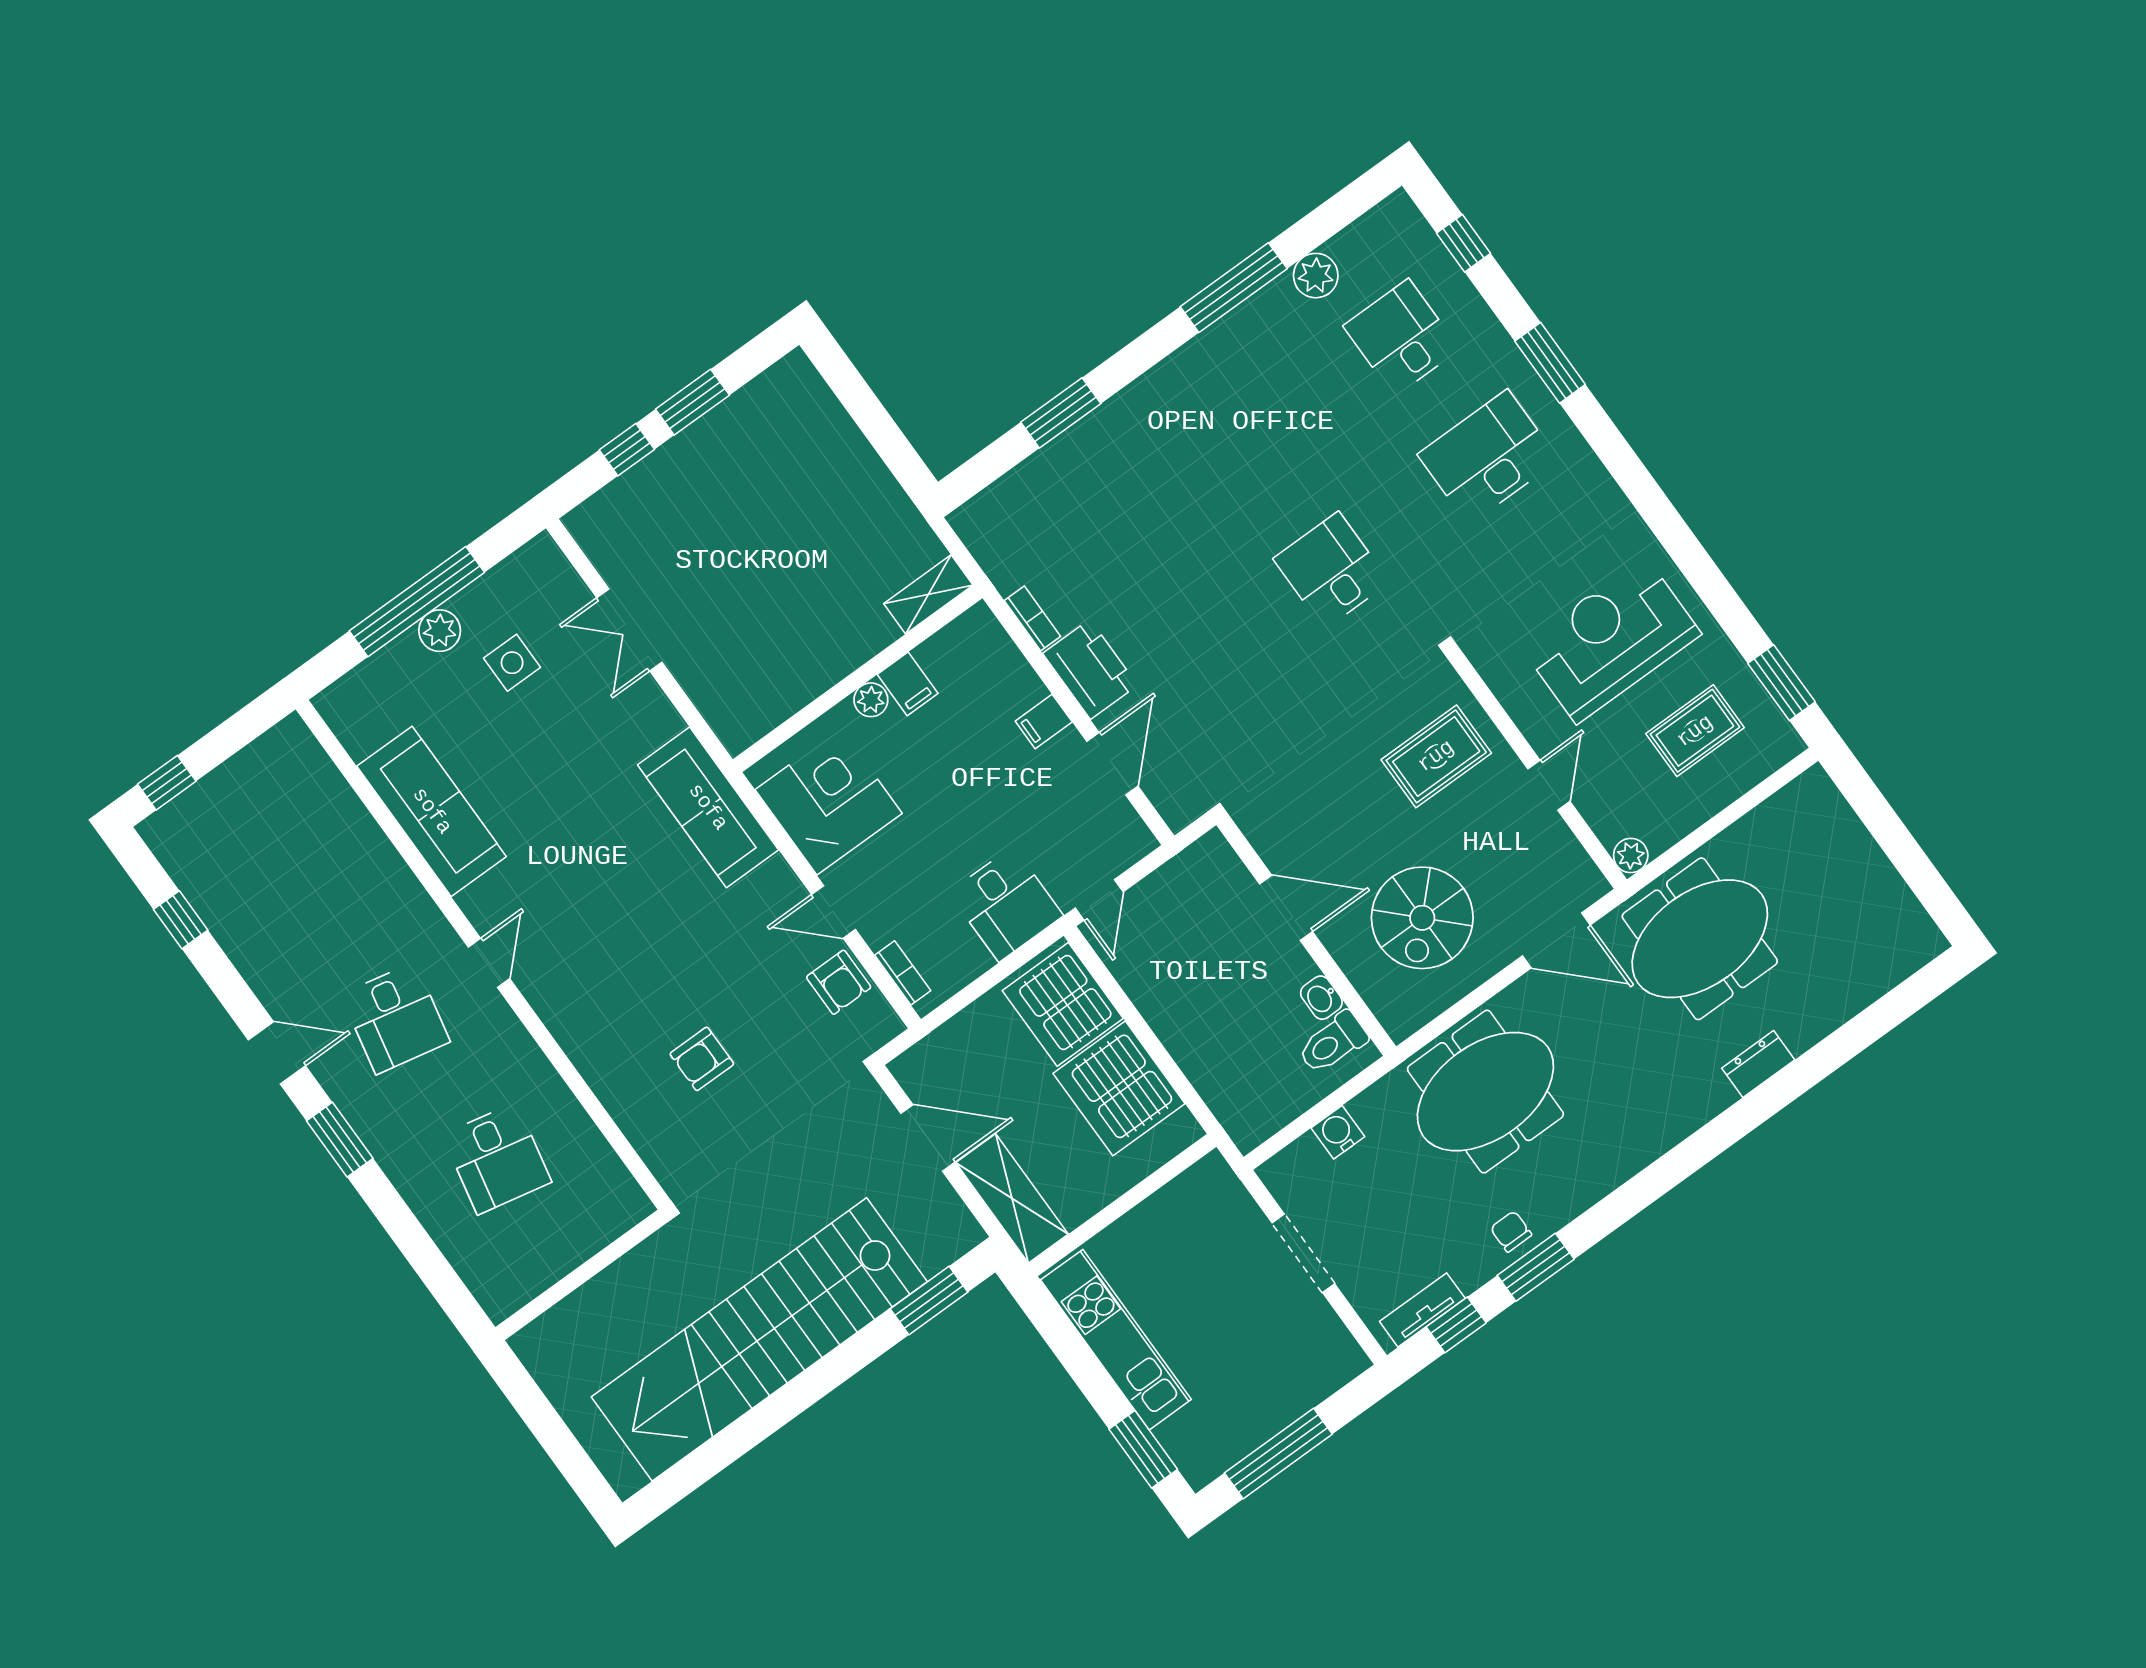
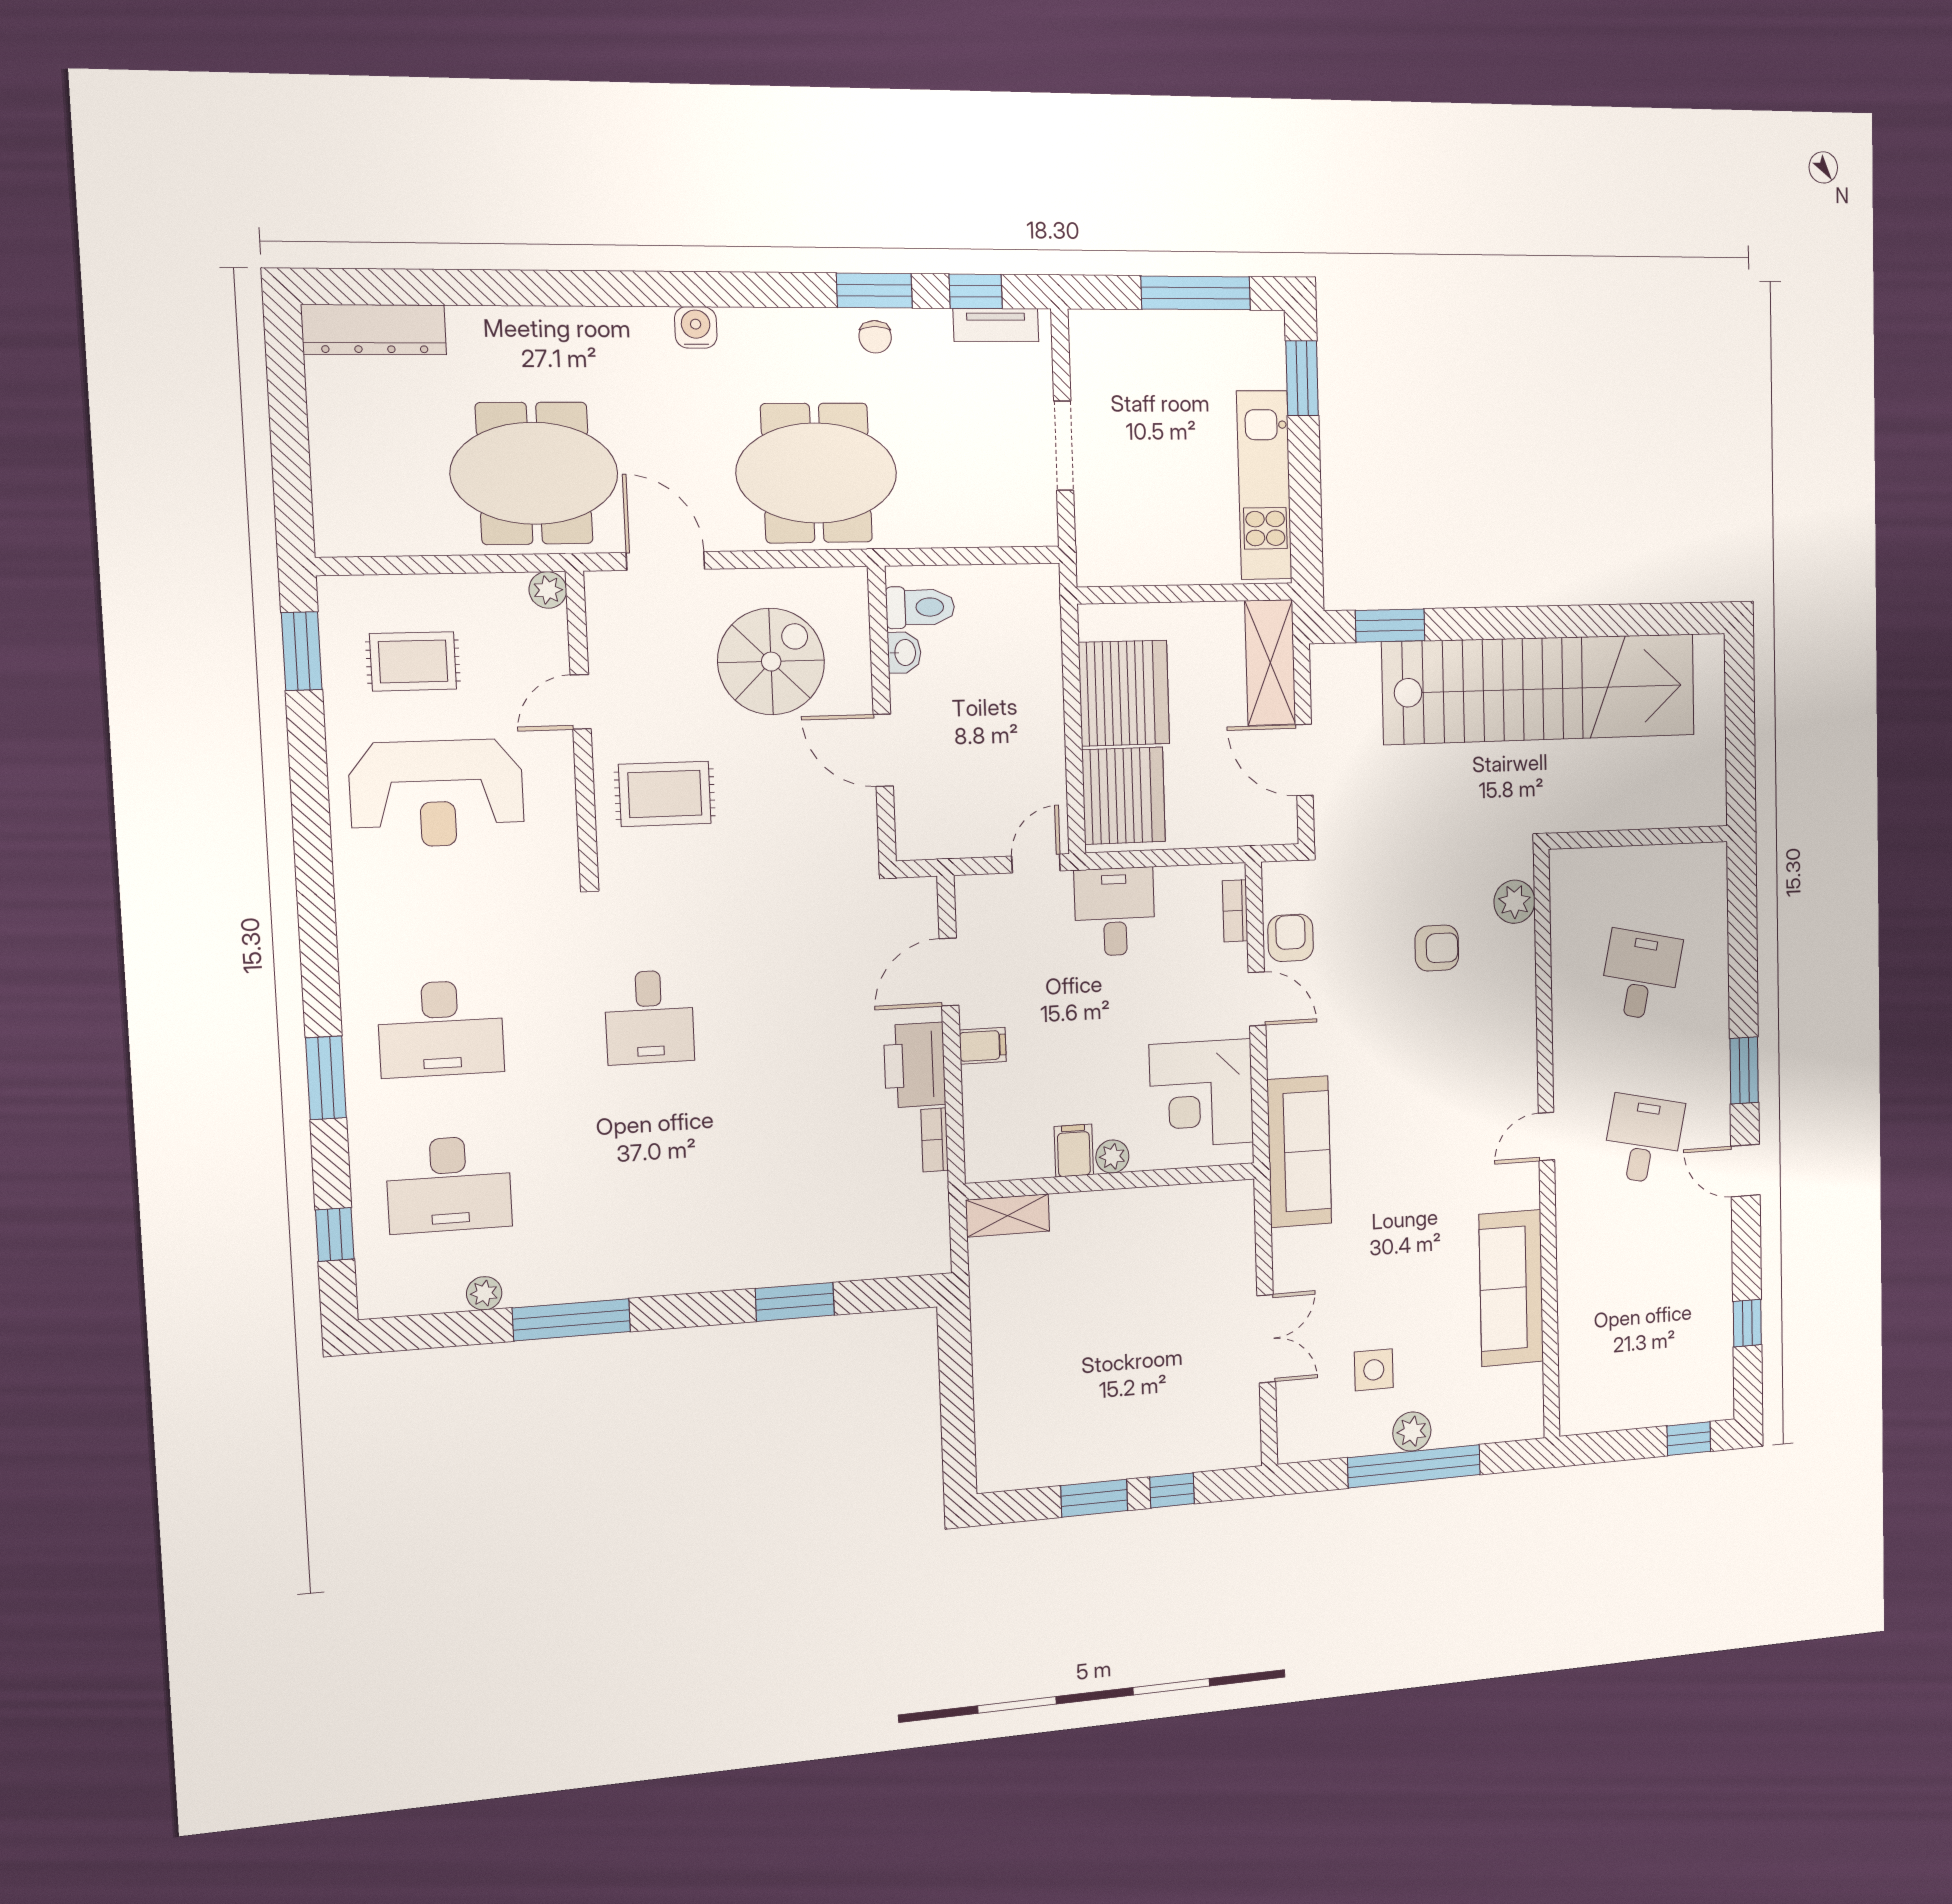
plant: (1316, 276) -> (484, 1293), width x0.73, depth x0.73
desk: (1401, 338) -> (449, 1184), width x1.37
dresser: (1758, 1064) -> (374, 330), moved, width x1.96, depth x1.24
water cooler: (1338, 1132) -> (696, 327), moved, turned 180
plant: (658, 1144) -> (1514, 902), added

